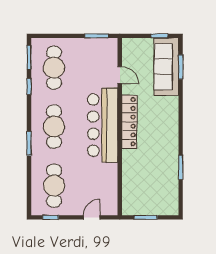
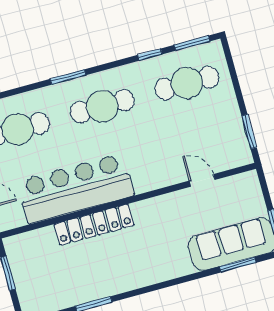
door: (120, 75) -> (202, 180), swing flipped
locker: (129, 122) -> (94, 225), moved
bar counter: (103, 125) -> (76, 188), moved

